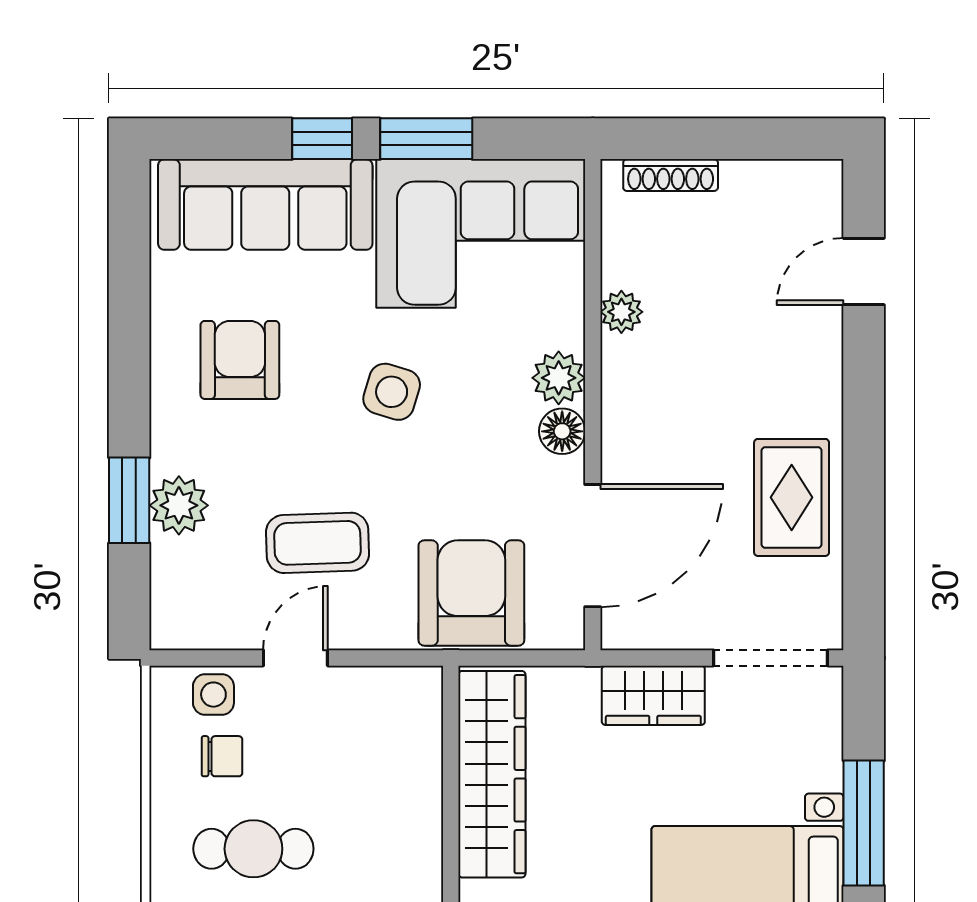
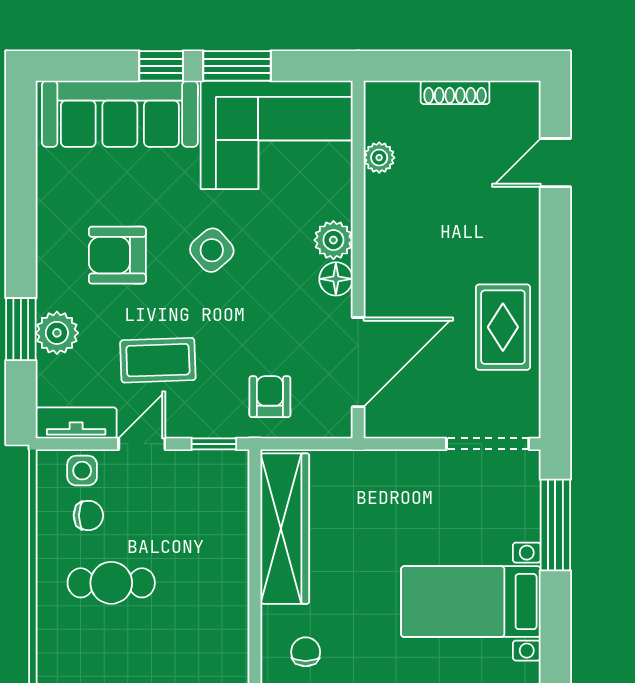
shoe rack: (671, 175) -> (455, 92), moved
plant: (621, 312) -> (379, 158), moved
armchair: (240, 360) -> (117, 255), moved, turned -90
side table: (392, 392) -> (212, 250), turned 32
armchair: (471, 593) -> (270, 397), width x0.53, depth x0.53
tv unit: (205, 629) -> (76, 423), added
window: (394, 658) -> (214, 444), added
wardrobe: (653, 695) -> (402, 471), removed
window: (864, 823) -> (555, 525), moved

